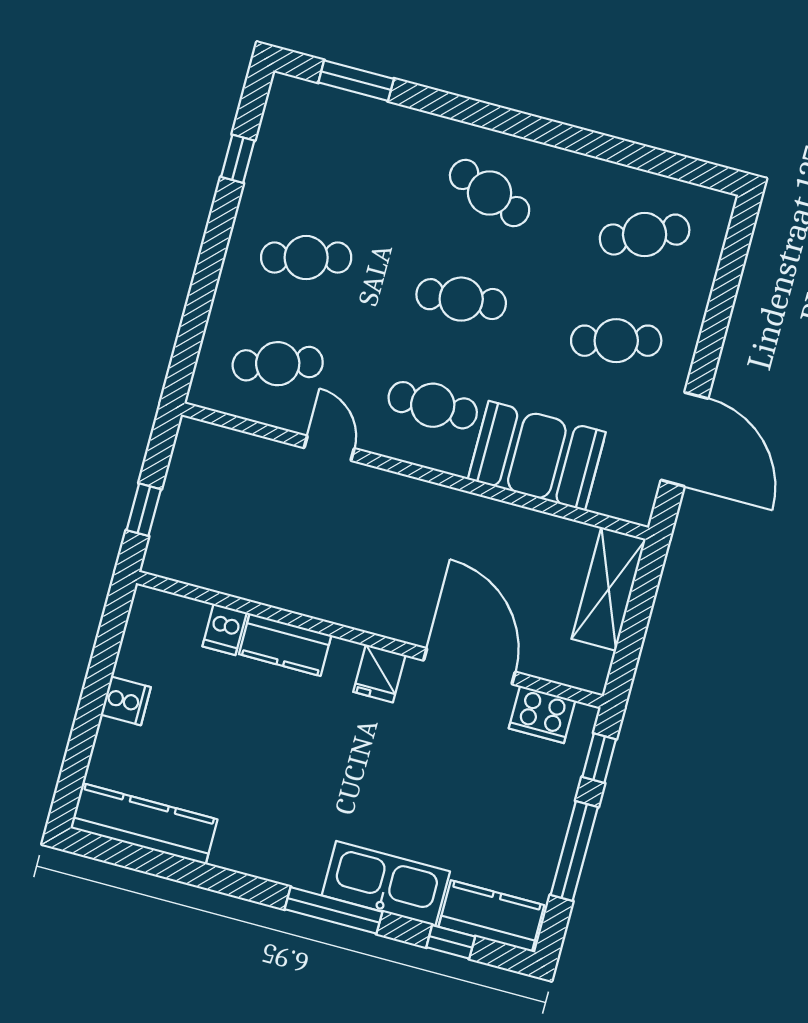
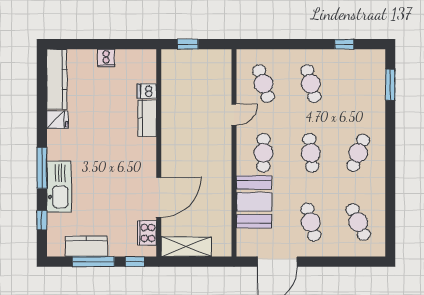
shelving: (609, 589) -> (186, 247), moved
fridge: (379, 673) -> (57, 120), moved, turned 180
kitchen counter: (491, 916) -> (86, 246), moved, turned -90

